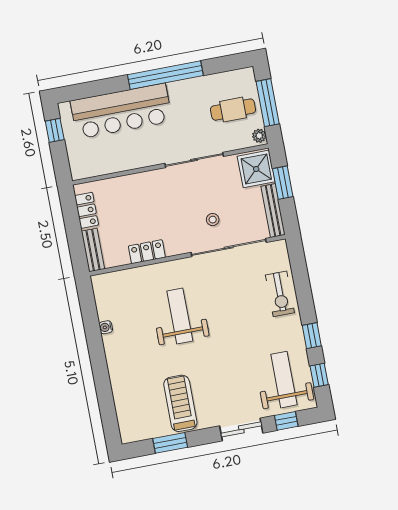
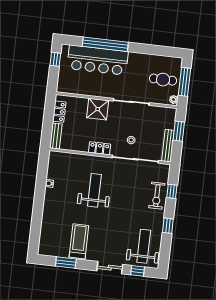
window: (165, 75) -> (105, 44), moved
shower: (256, 169) -> (98, 109), moved
locker: (147, 252) -> (100, 148), moved
window: (319, 375) -> (172, 191), moved

